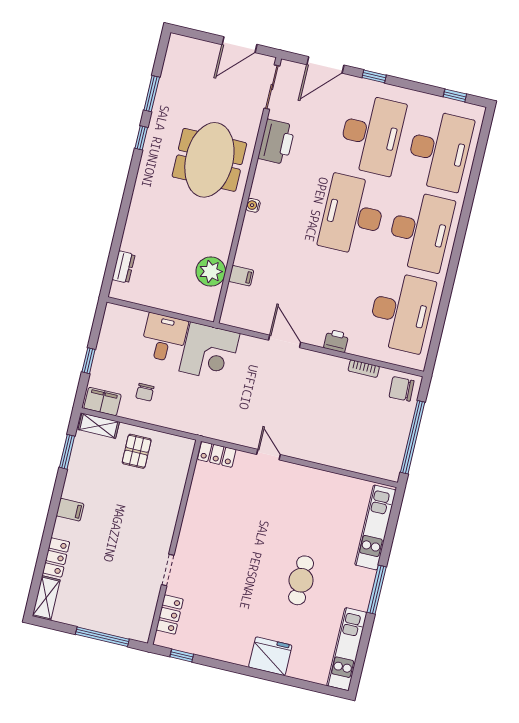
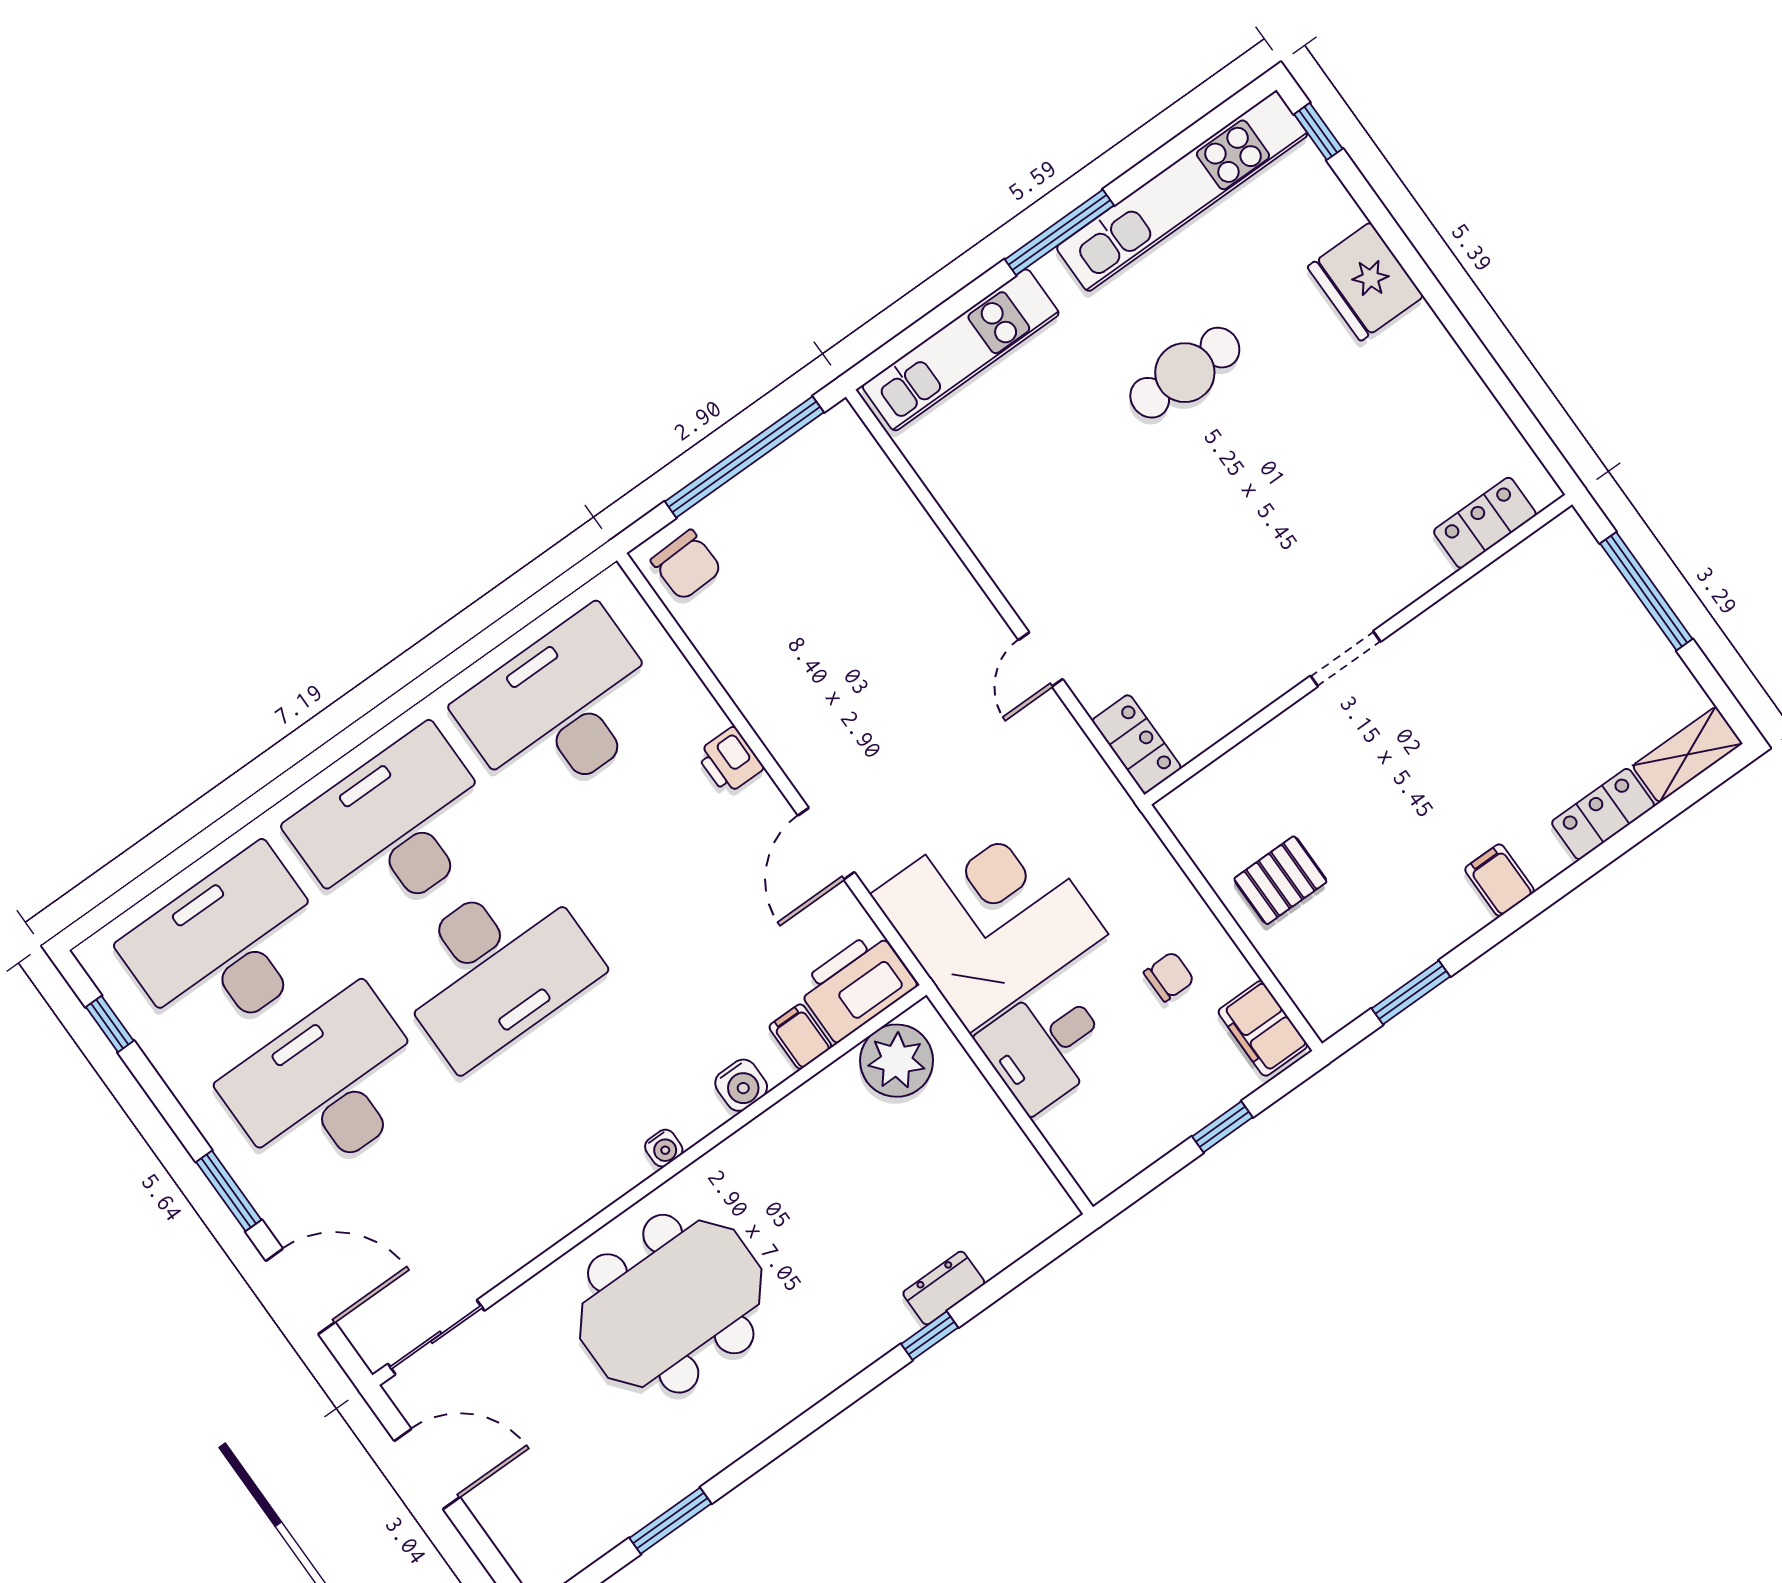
window: (374, 76) -> (229, 1191), width x1.50
window: (141, 138) -> (930, 1336), moved
printer: (276, 142) -> (856, 986), moved
water cooler: (246, 245) -> (741, 1085), added
dresser: (123, 267) -> (944, 1288), moved
plant: (211, 272) -> (897, 1061), moved
corner desk: (209, 352) -> (989, 914), width x1.36, depth x1.36
bookcase: (364, 369) -> (724, 664), removed
shelving: (99, 426) -> (1309, 989), removed
doorway: (168, 570) -> (1345, 659), moved
kitchen unit: (347, 649) -> (1182, 191), width x1.36
window: (182, 656) -> (1318, 131), moved

